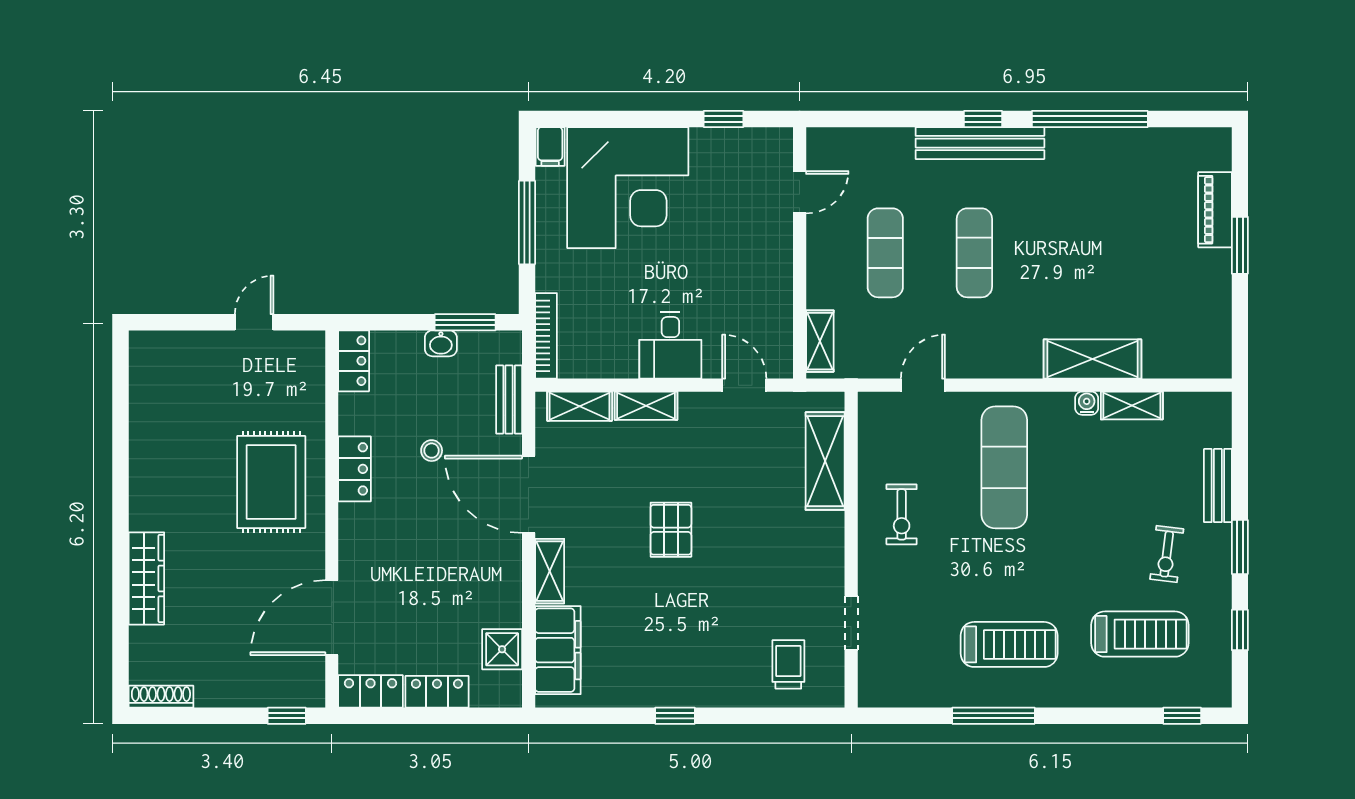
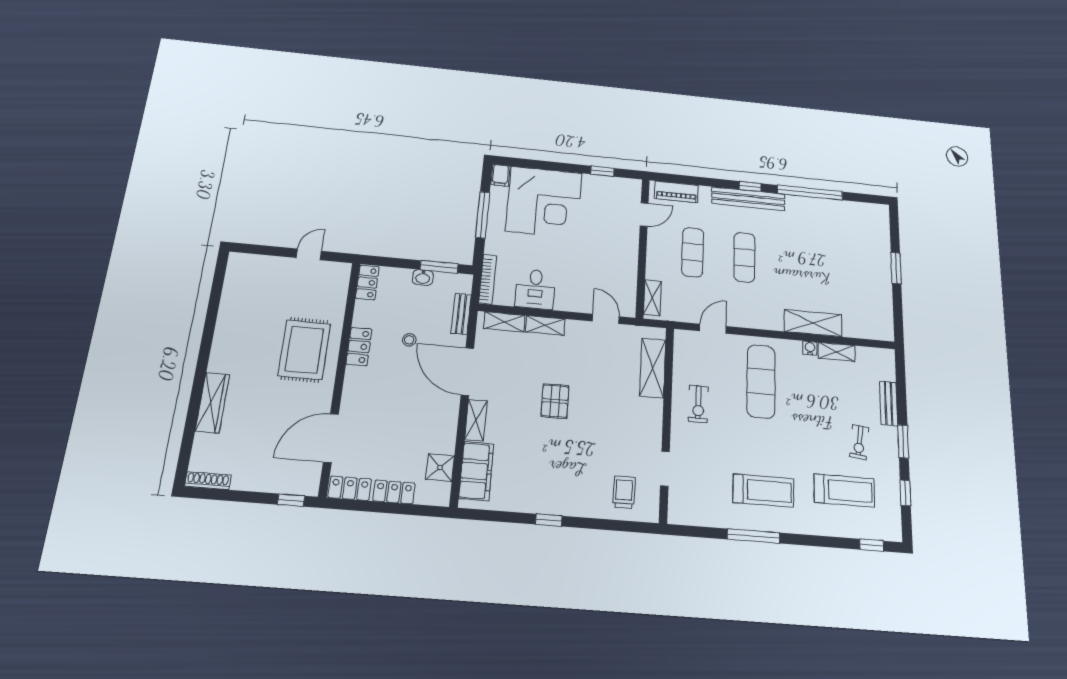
piano: (1215, 210) -> (676, 192), moved, turned -90
desk: (670, 345) -> (535, 289), moved

